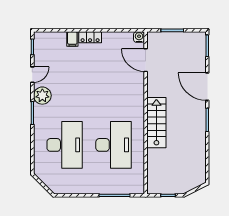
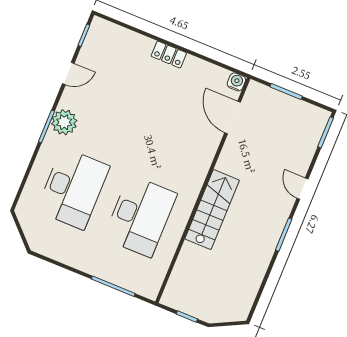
filing cabinet: (72, 39) -> (143, 47), removed
door: (207, 87) -> (302, 189), width x0.53
plant: (42, 96) -> (64, 122), moved

